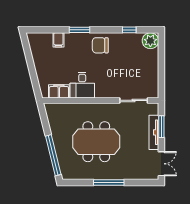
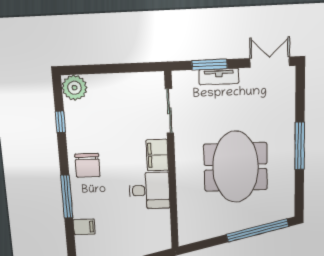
window: (80, 30) -> (67, 197), width x1.44
filing cabinet: (59, 91) -> (157, 155), moved
tv unit: (154, 132) -> (219, 77), width x0.71

